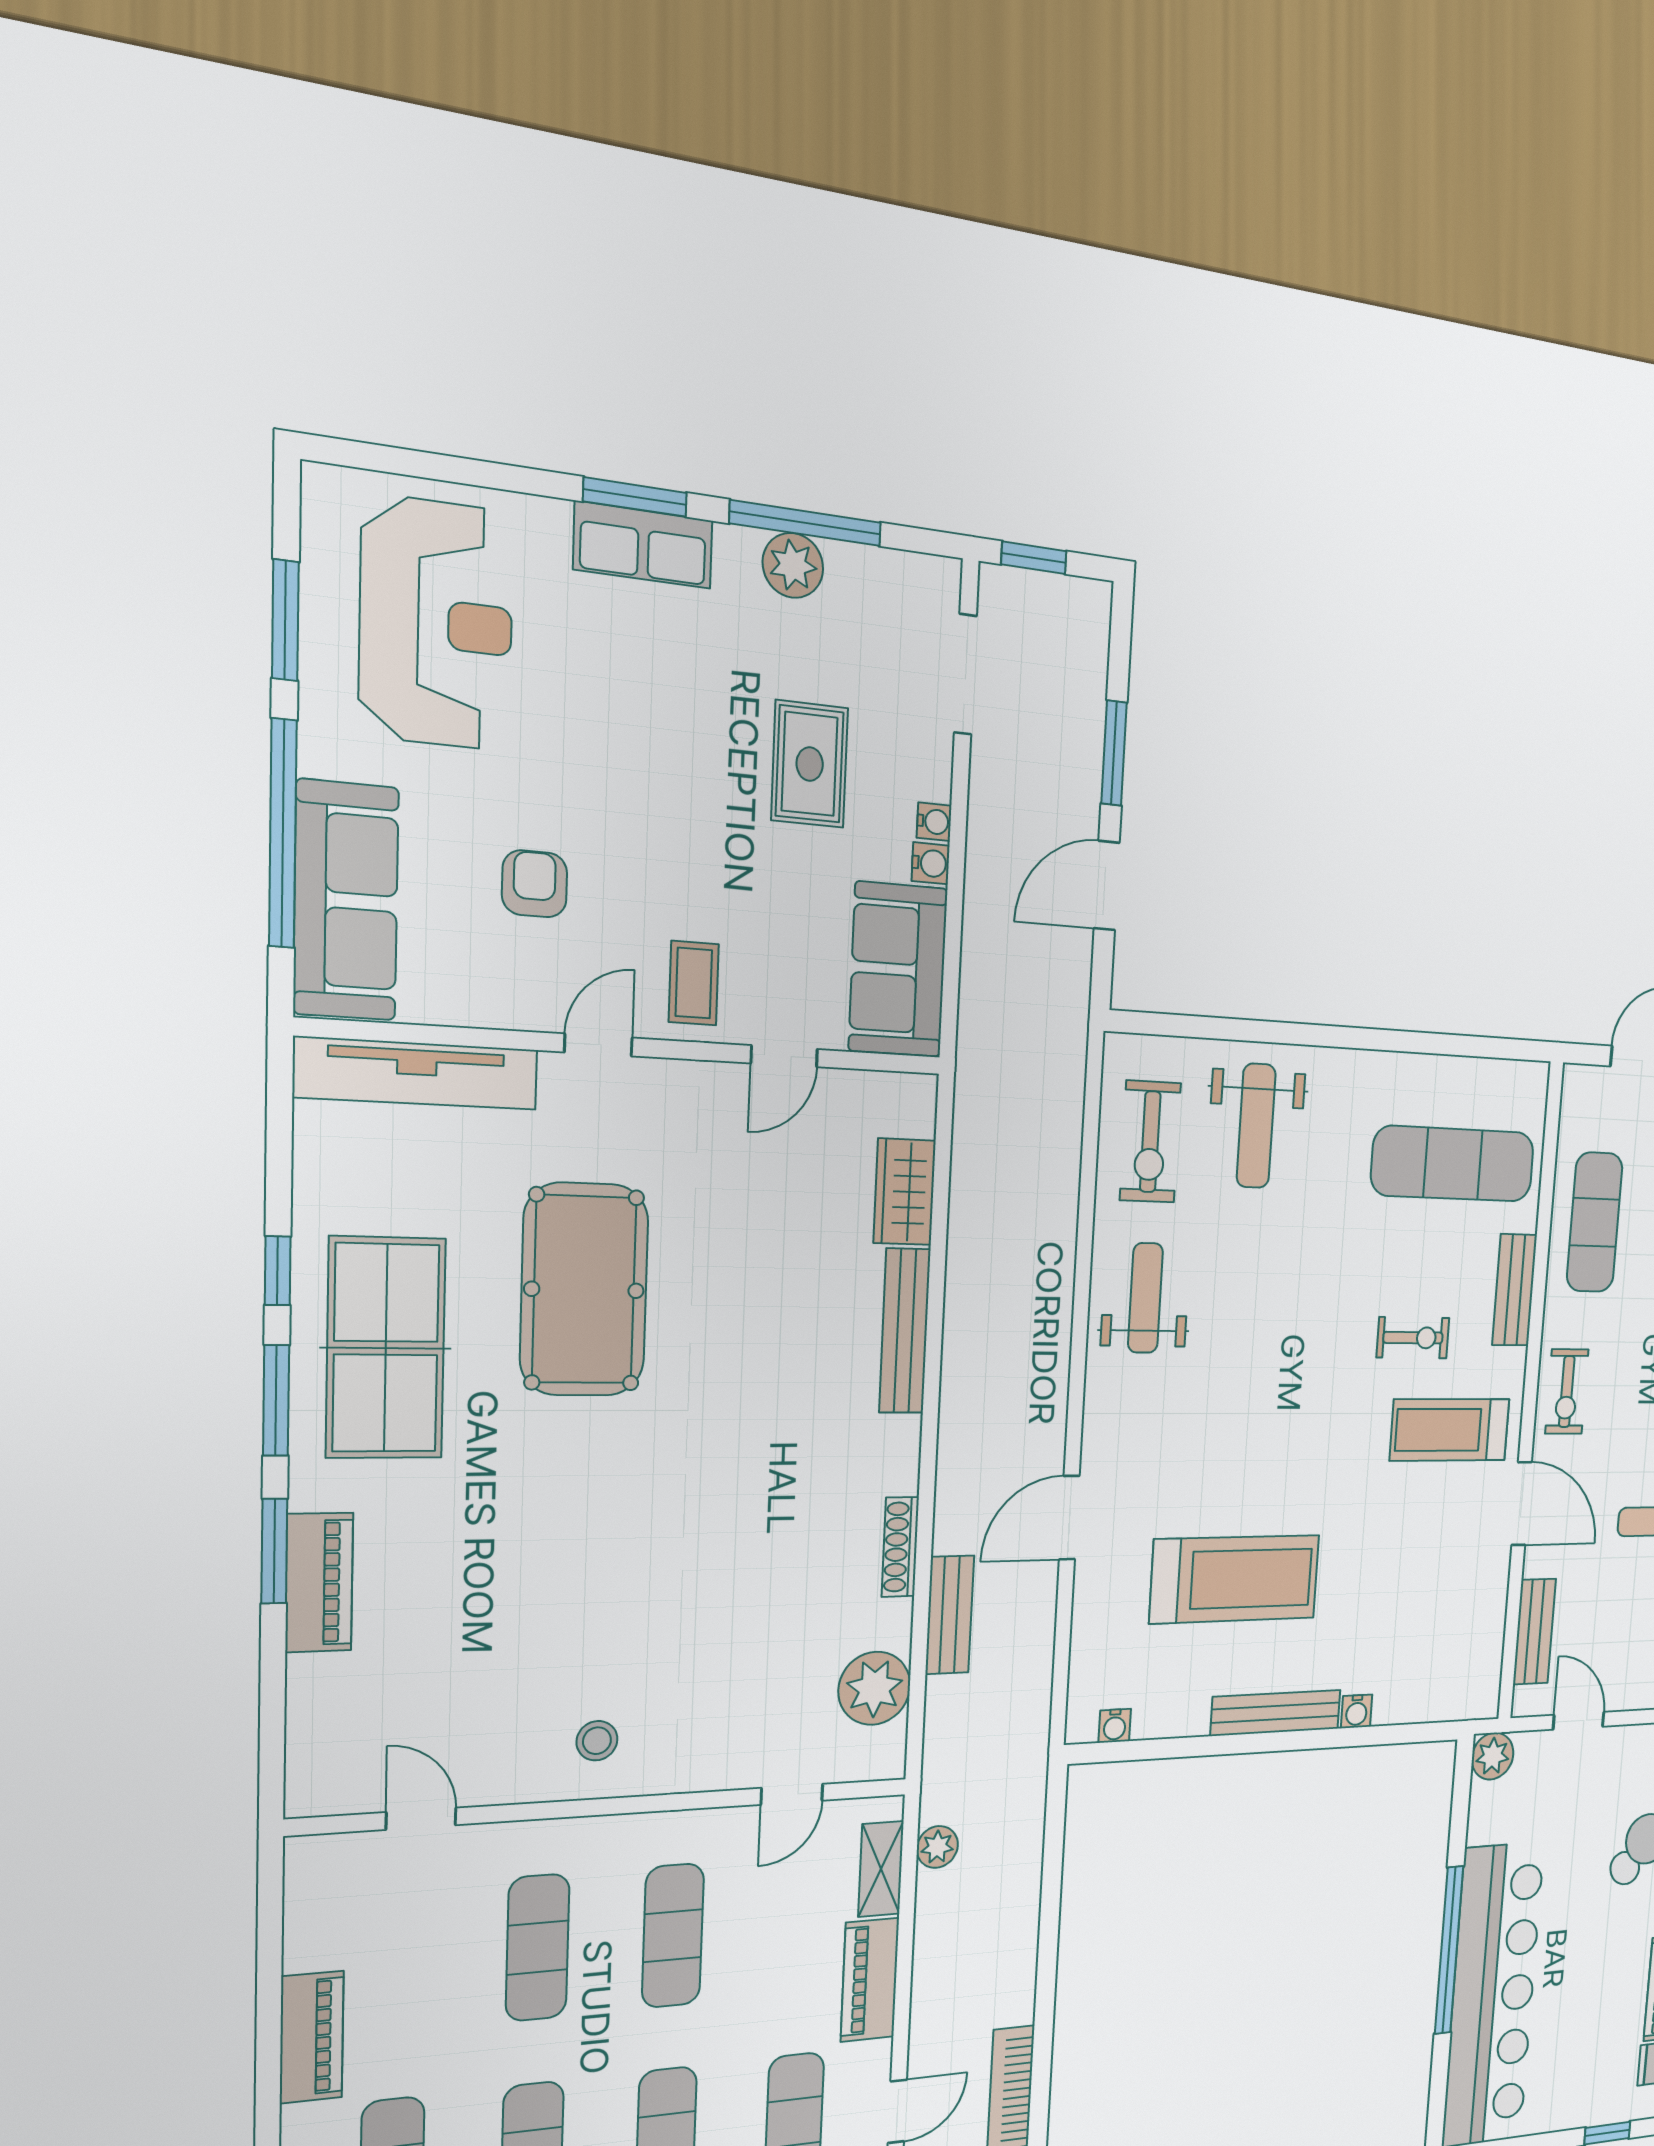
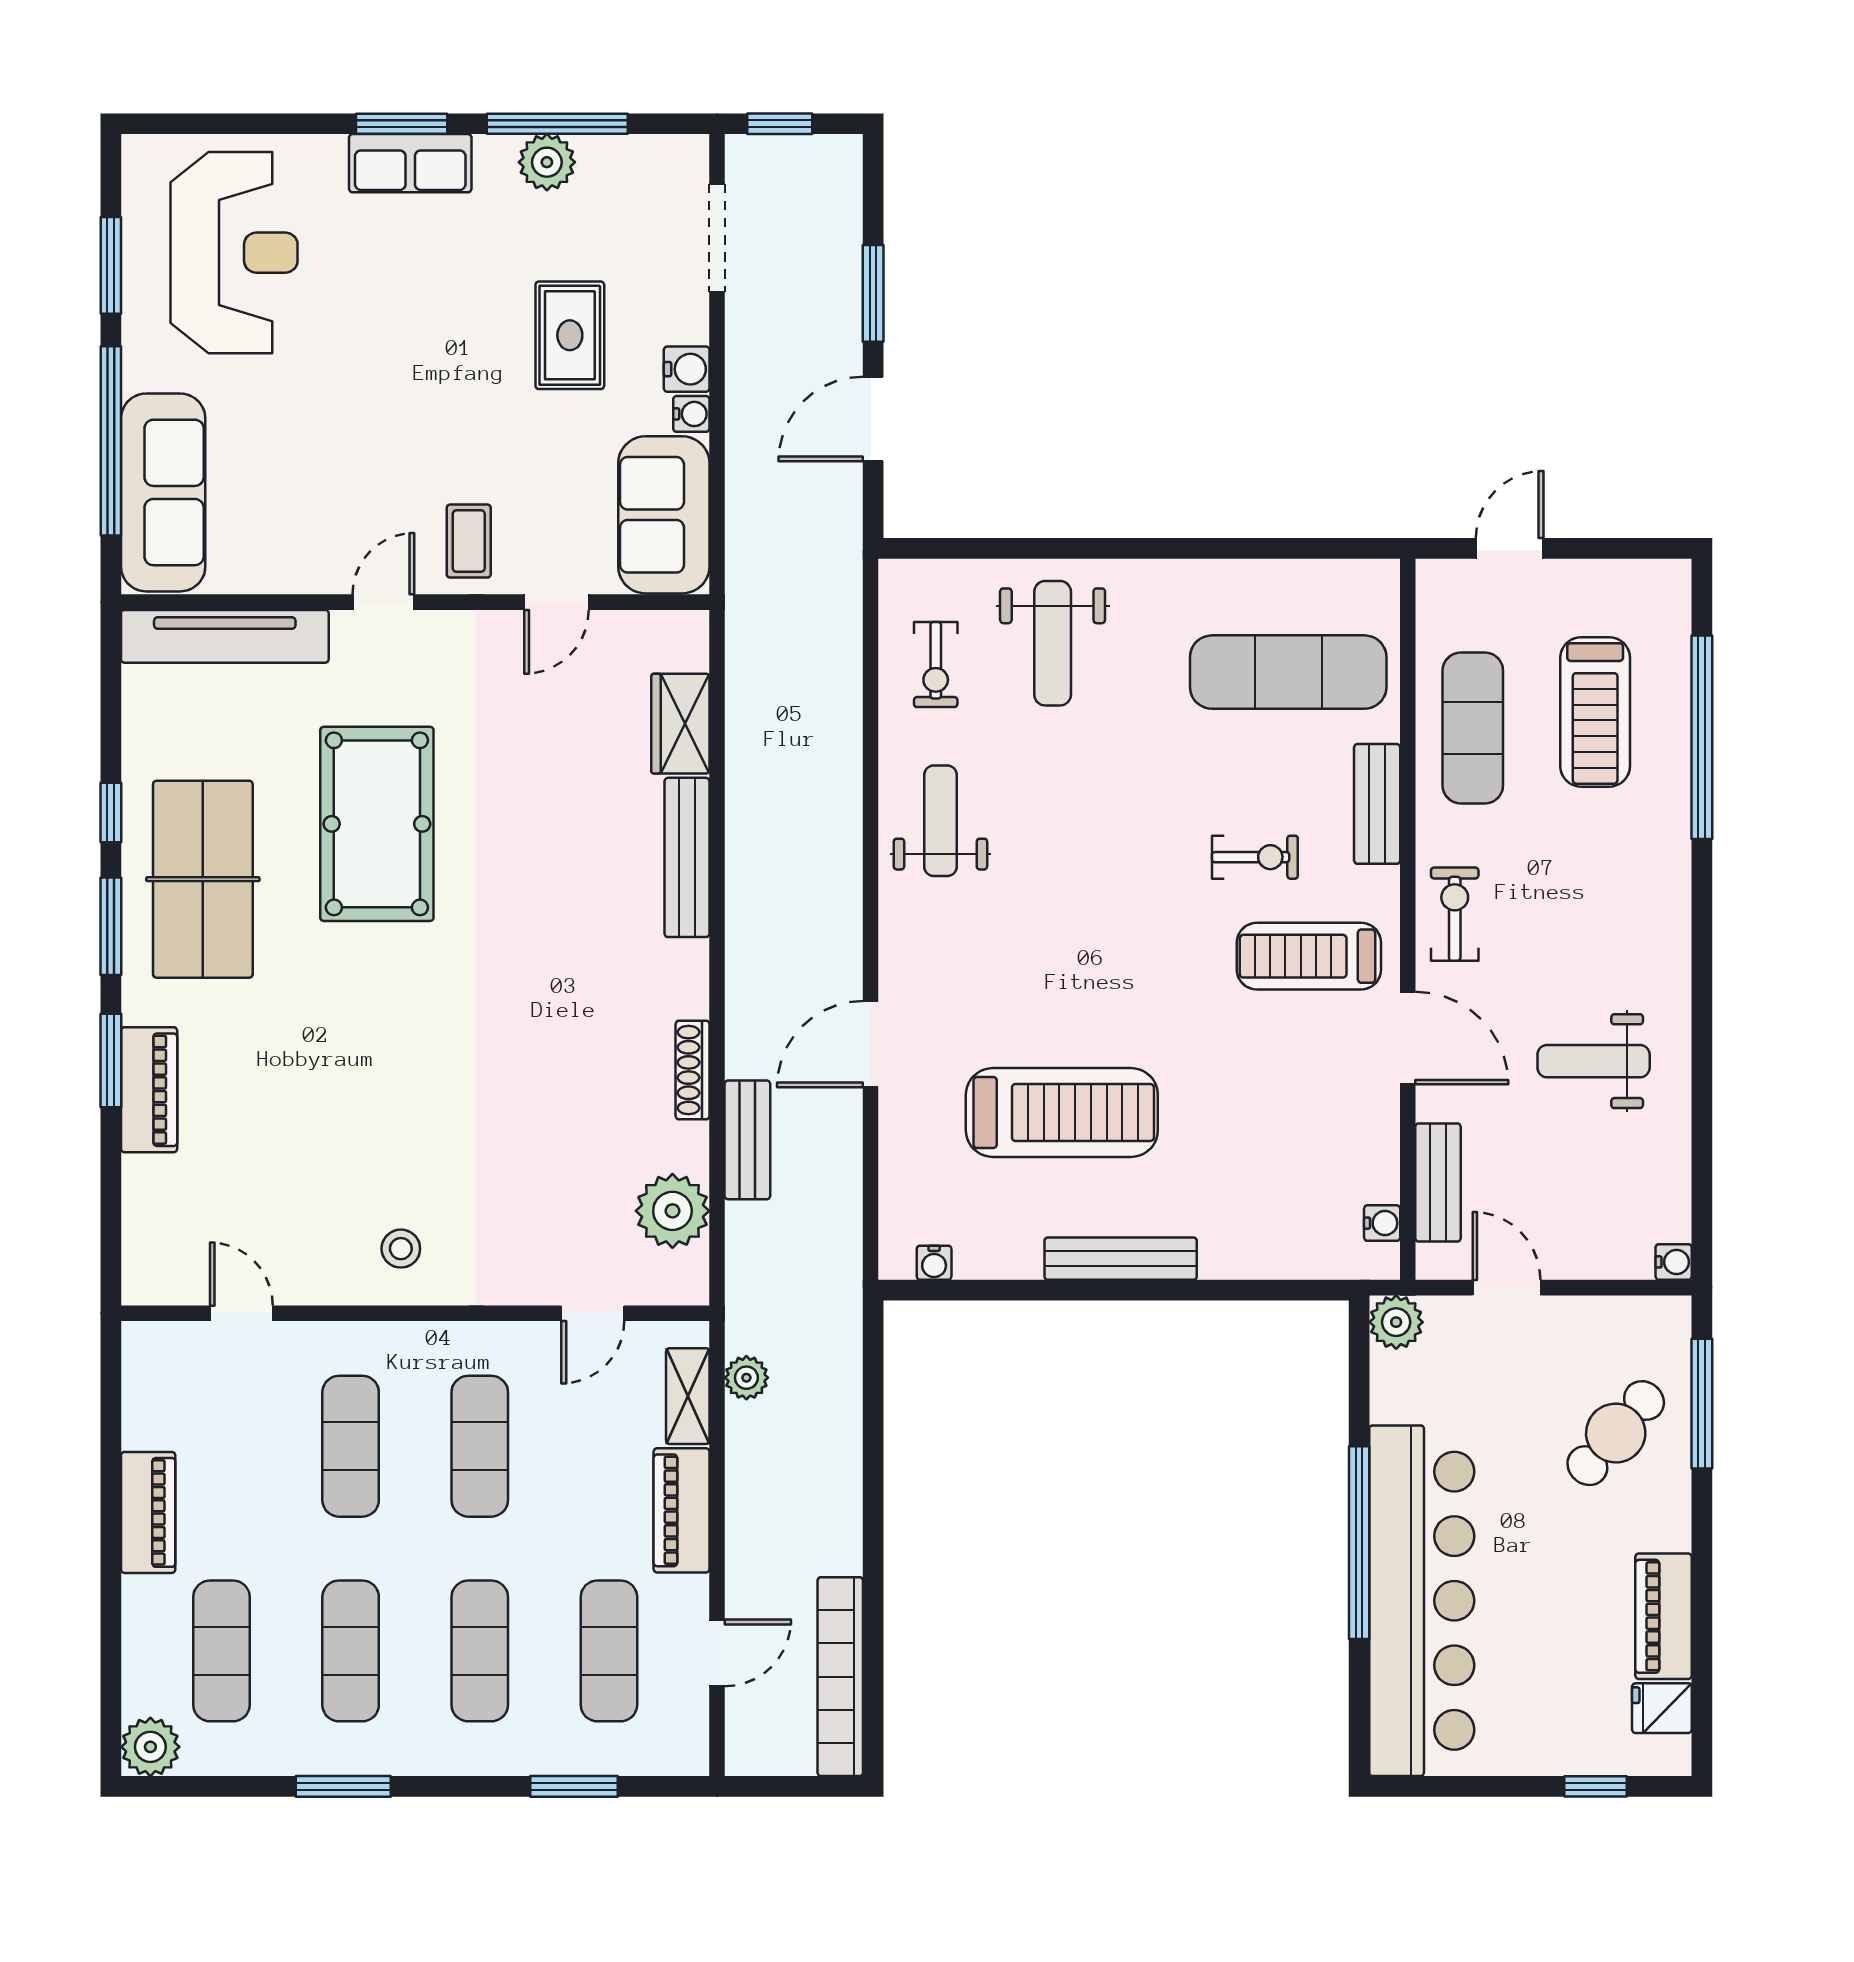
water cooler: (934, 822) -> (687, 369), width x1.38, depth x1.38
armchair: (535, 884) -> (323, 465), removed
exercise bike: (1150, 1142) -> (936, 664), width x0.73, depth x0.72
exercise bike: (1567, 1392) -> (1455, 914), turned 180
water cooler: (1357, 1711) -> (1382, 1223), moved, turned -90

